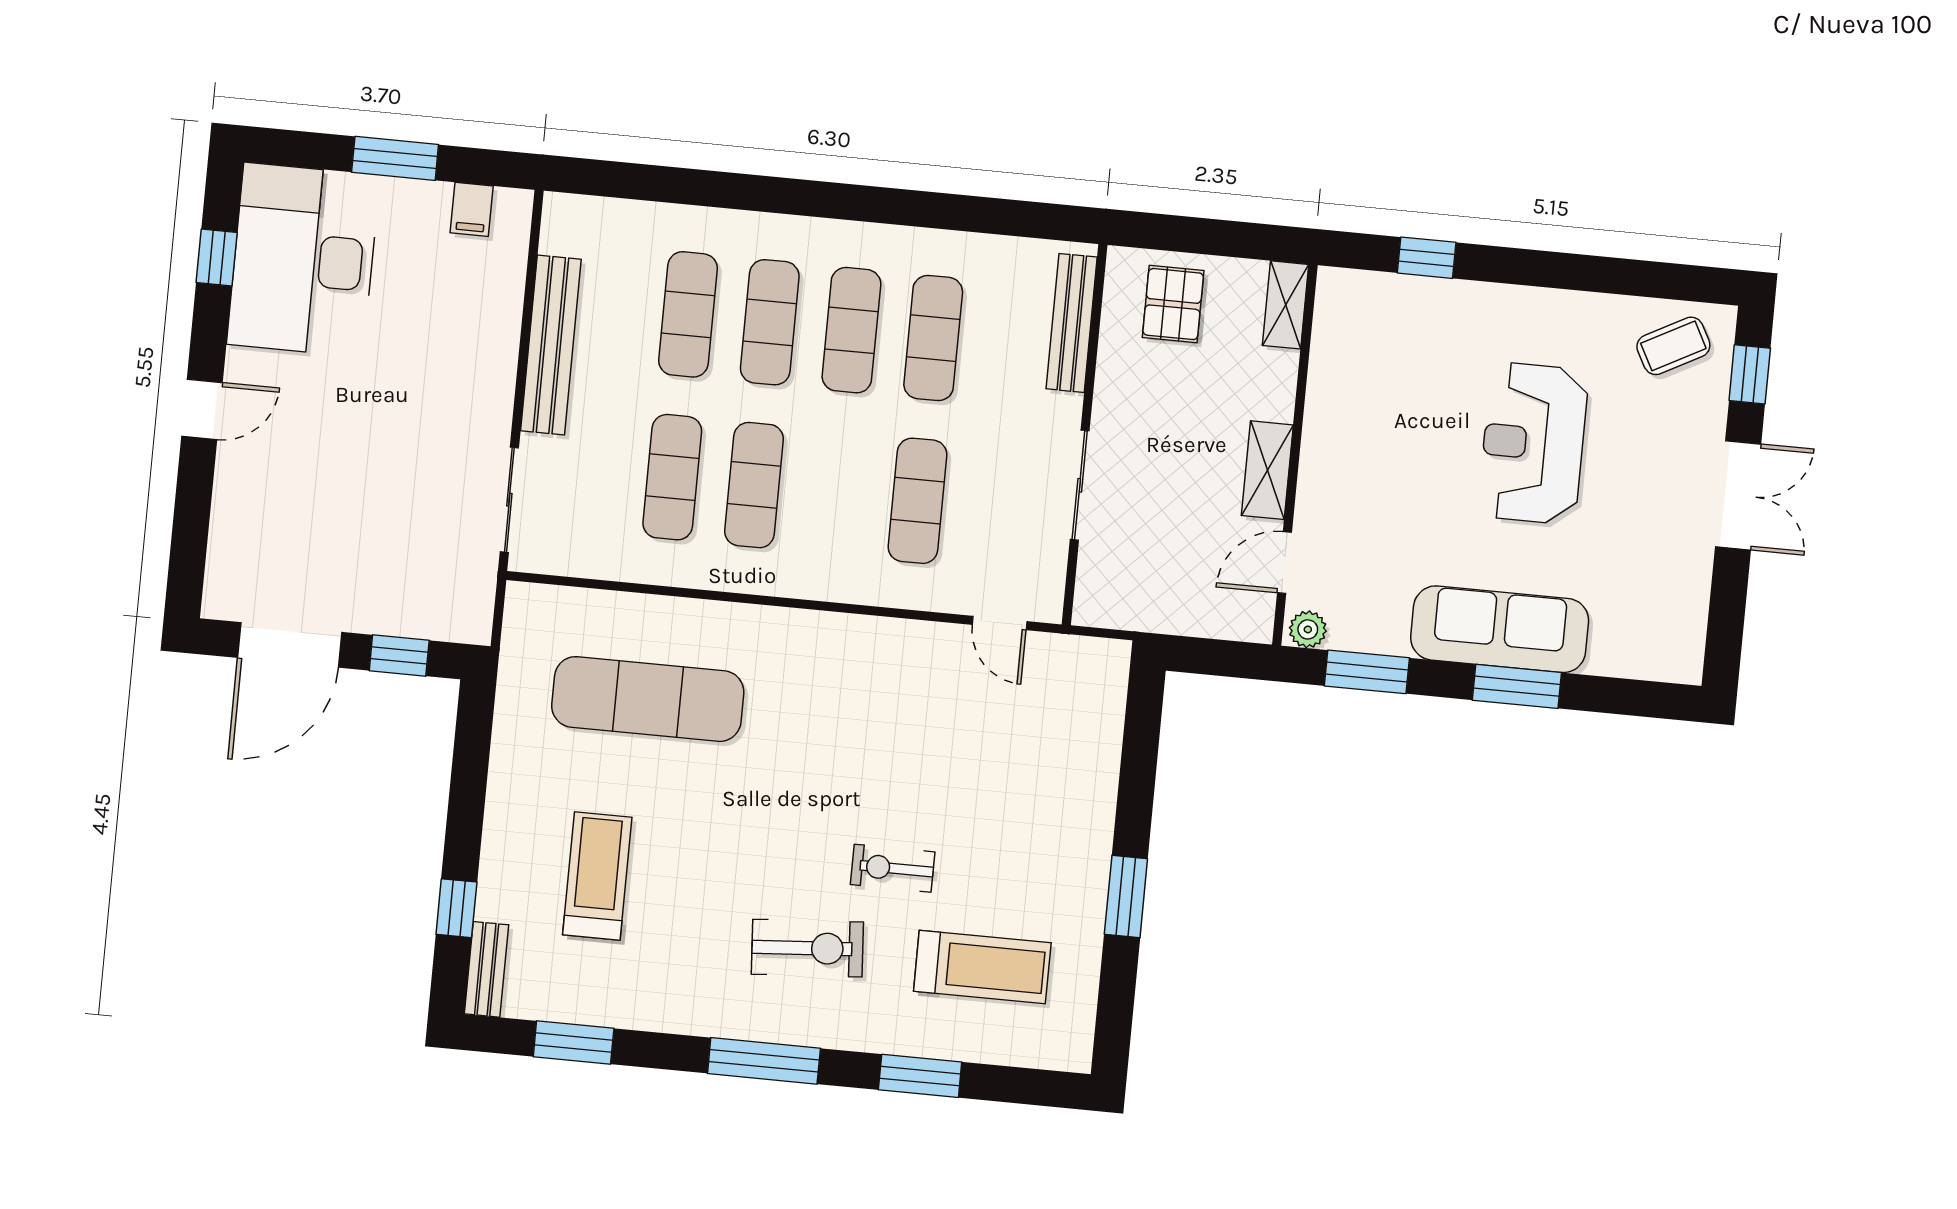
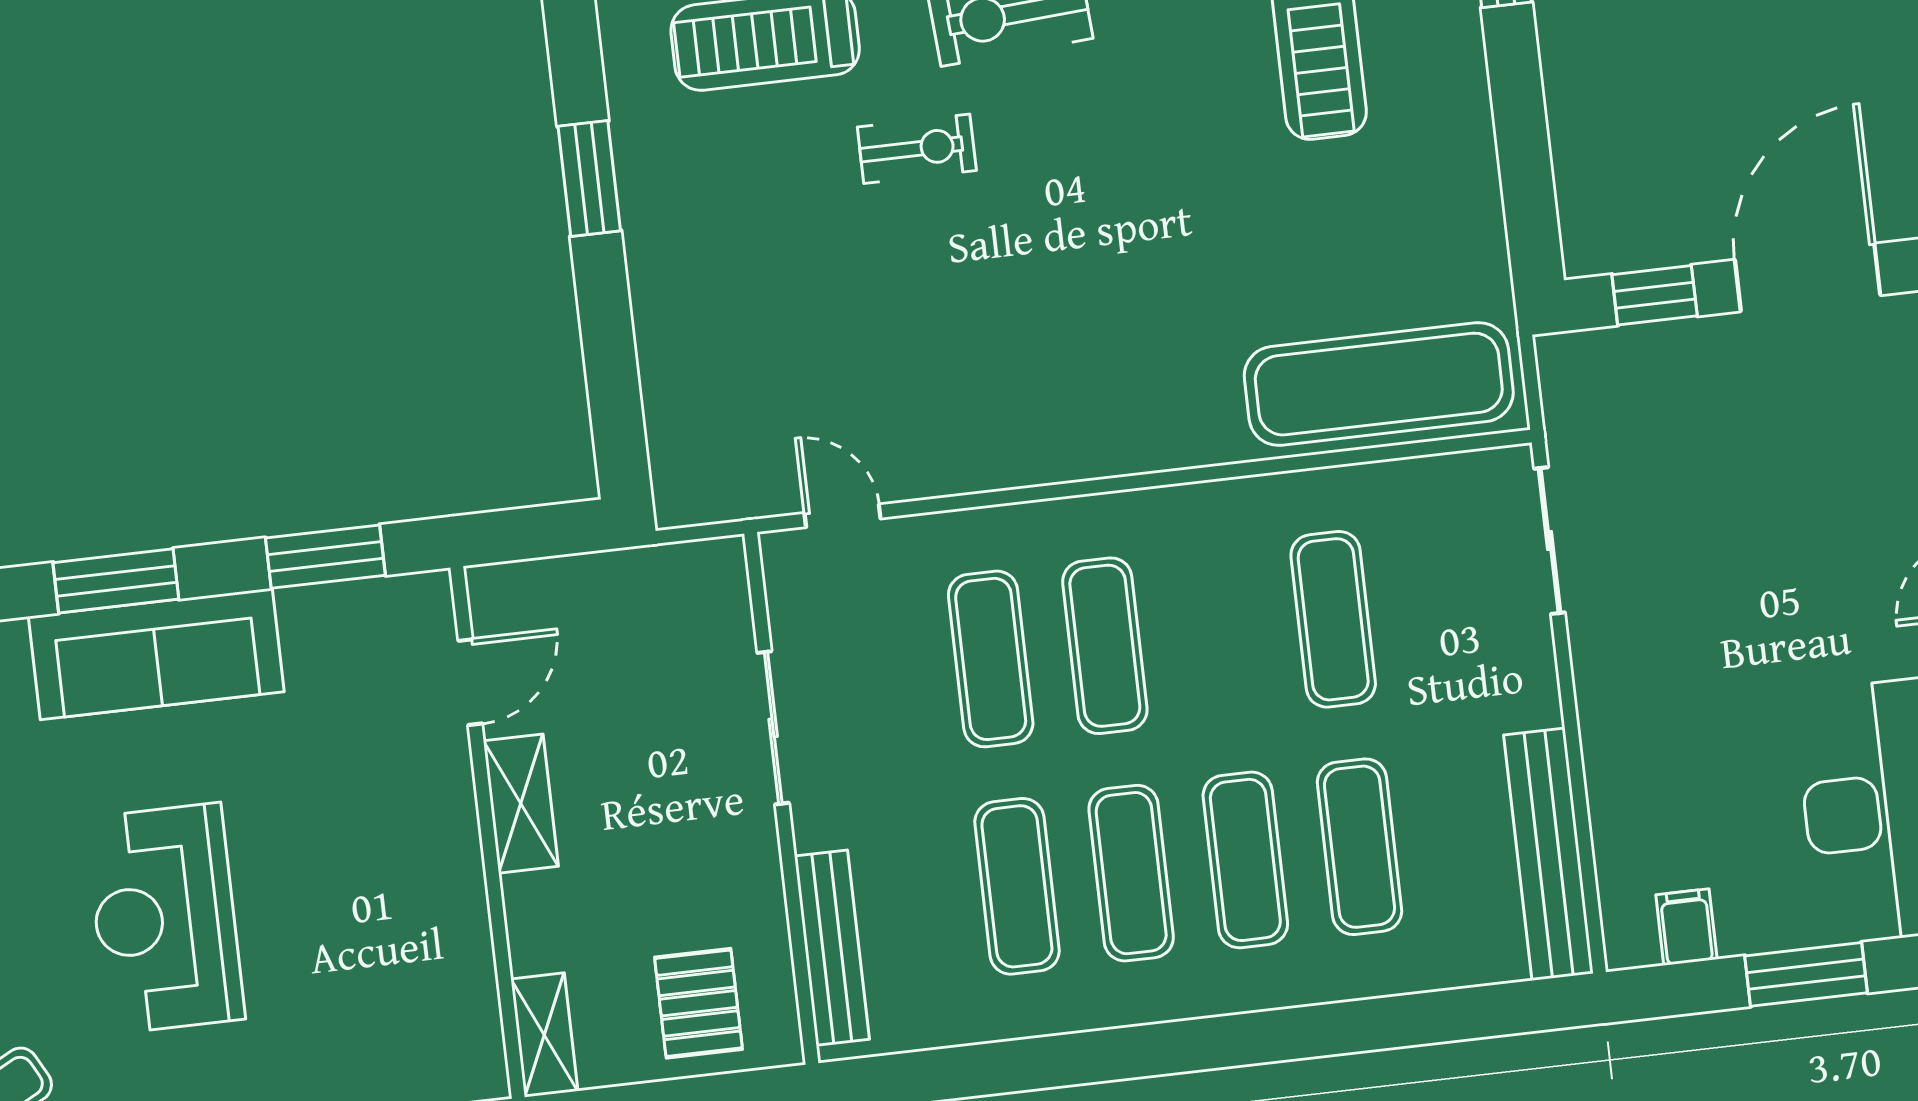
bench: (551, 345) -> (1549, 854), moved
reception desk: (1533, 443) -> (165, 918), turned 180
exercise mat: (754, 485) -> (1105, 646), moved
plant: (1308, 629) -> (419, 597), removed
exercise mat: (648, 699) -> (1379, 384), moved

